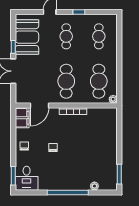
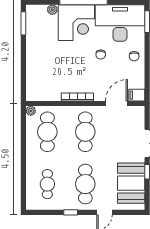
cafe table: (66, 36) -> (85, 184), width x1.37, depth x1.35
filing cabinet: (22, 118) -> (137, 95), width x0.50
corner desk: (74, 175) -> (76, 23), added
desk: (27, 178) -> (120, 23), width x1.87, depth x1.30

